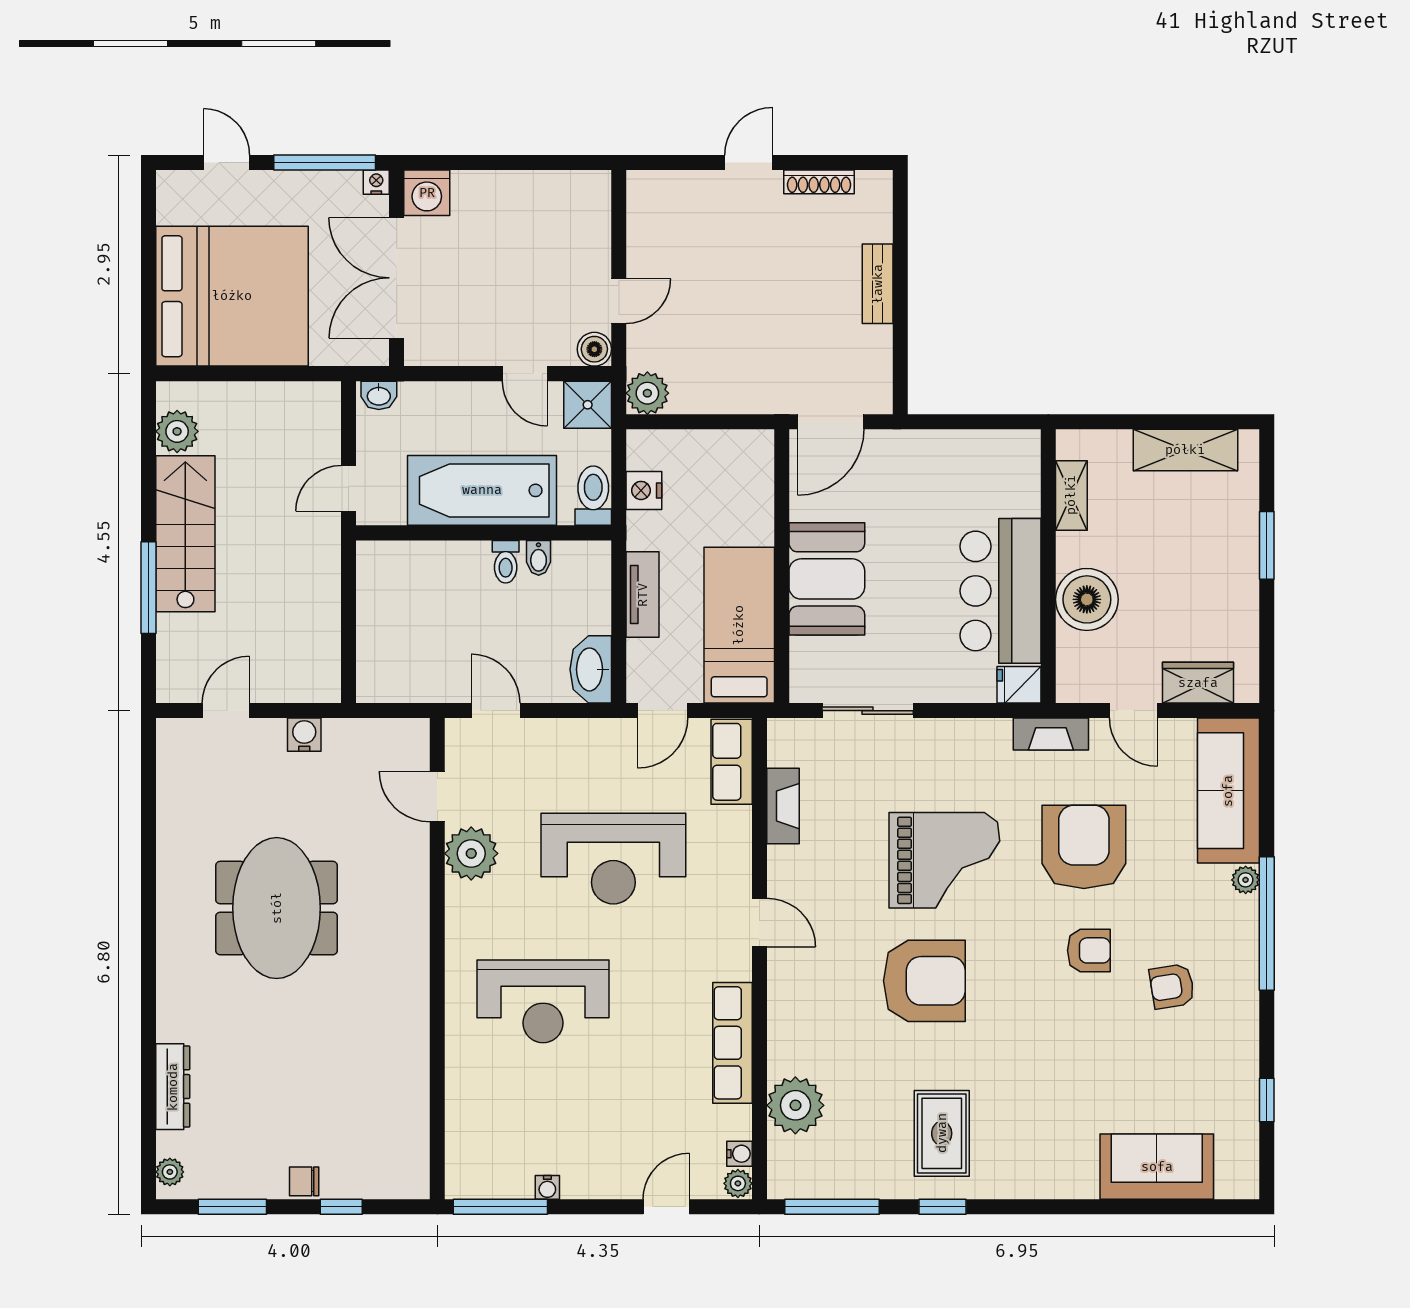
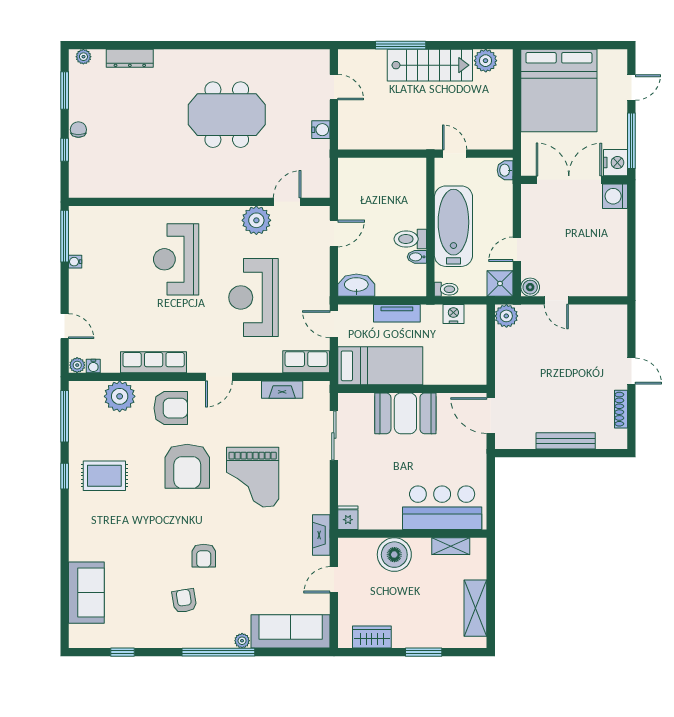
nightstand: (376, 182) -> (616, 163), width x1.89, depth x1.79
bench: (878, 284) -> (566, 441), width x1.36
toilet: (593, 496) -> (446, 289), width x0.73, depth x0.72
toilet: (506, 562) -> (410, 239), width x1.37, depth x1.39
bar counter: (1001, 591) -> (442, 508), moved
wardrobe: (1198, 683) -> (372, 637), moved, turned -90
armchair: (1084, 847) -> (171, 408), moved, width x0.73, depth x0.73

